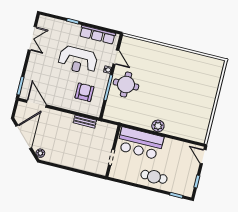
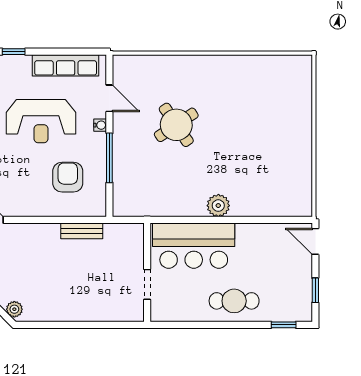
round table: (126, 85) -> (176, 125), moved, turned -34

